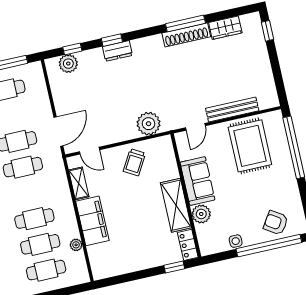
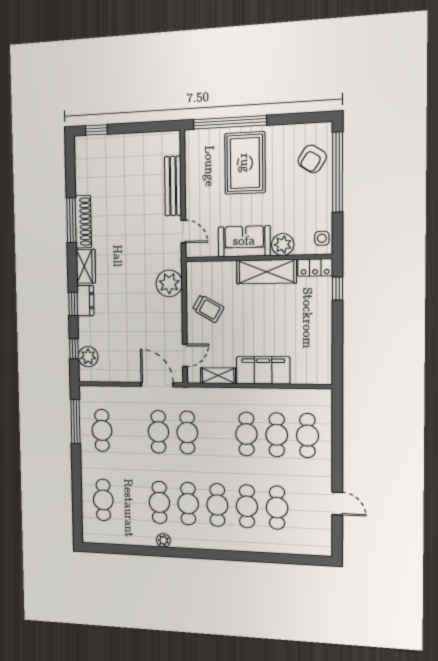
wardrobe: (225, 28) -> (86, 266), moved
rug: (250, 146) -> (245, 163), moved, turned 90
side table: (236, 241) -> (322, 238), moved
plant: (76, 245) -> (286, 395), removed

